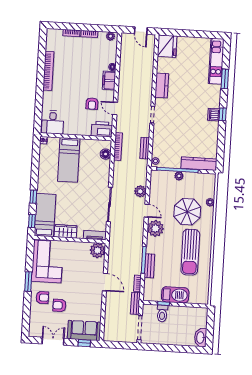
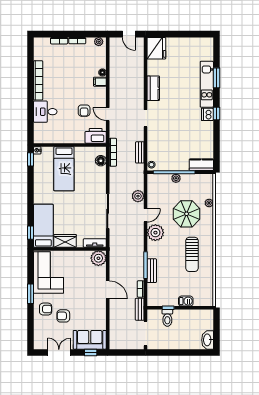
kitchen unit: (216, 61) -> (207, 84), moved
filing cabinet: (109, 81) -> (100, 82), width x0.50
desk: (53, 122) -> (45, 112), moved, turned 90
kitchen counter: (199, 164) -> (201, 165), width x0.67
window: (33, 197) -> (31, 159), moved
door: (147, 211) -> (146, 215), hinge flipped
sun lounger: (190, 252) -> (192, 254), width x0.73, depth x0.75
barbecue: (175, 295) -> (186, 301), width x0.53, depth x0.65

